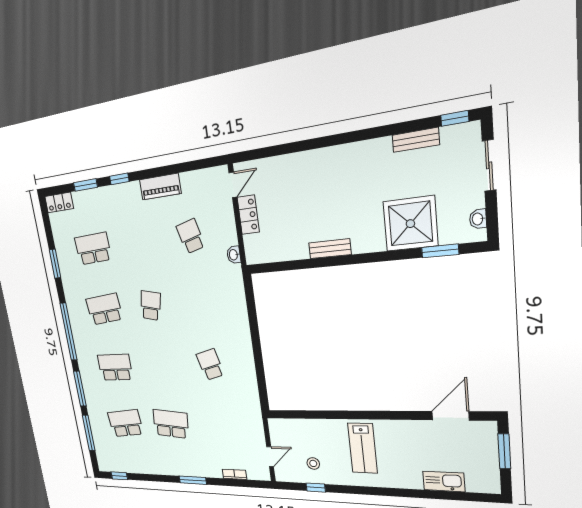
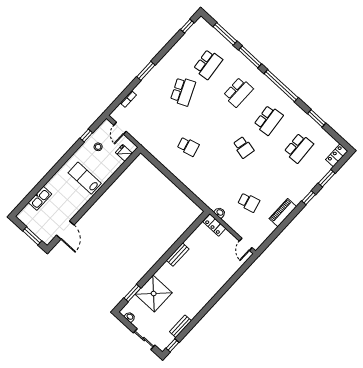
locker: (248, 215) -> (214, 225), moved
school desk: (171, 424) -> (183, 91), turned -30
fridge: (289, 428) -> (124, 153), added

